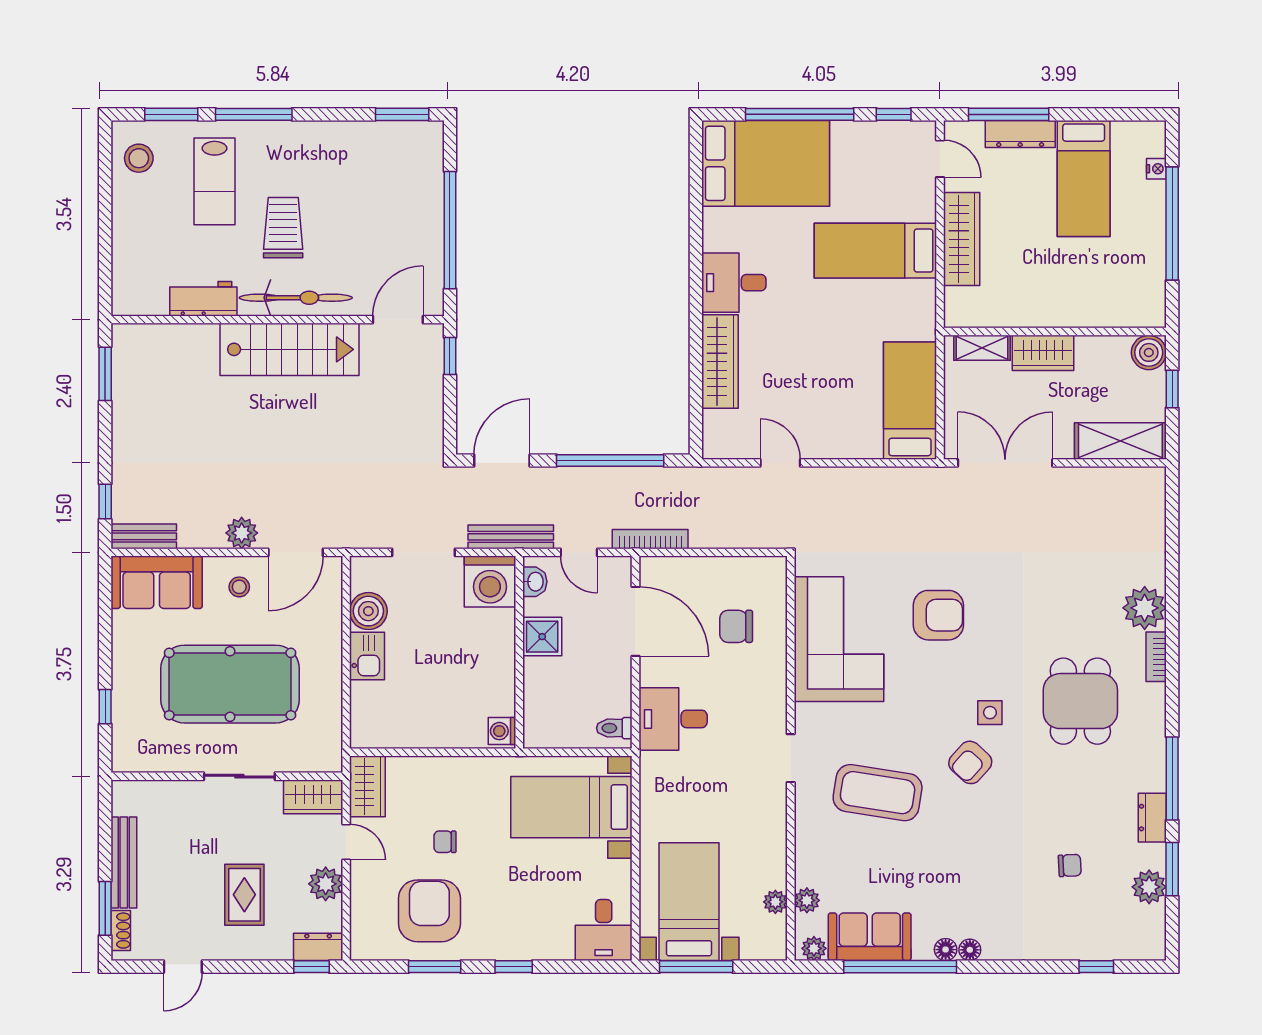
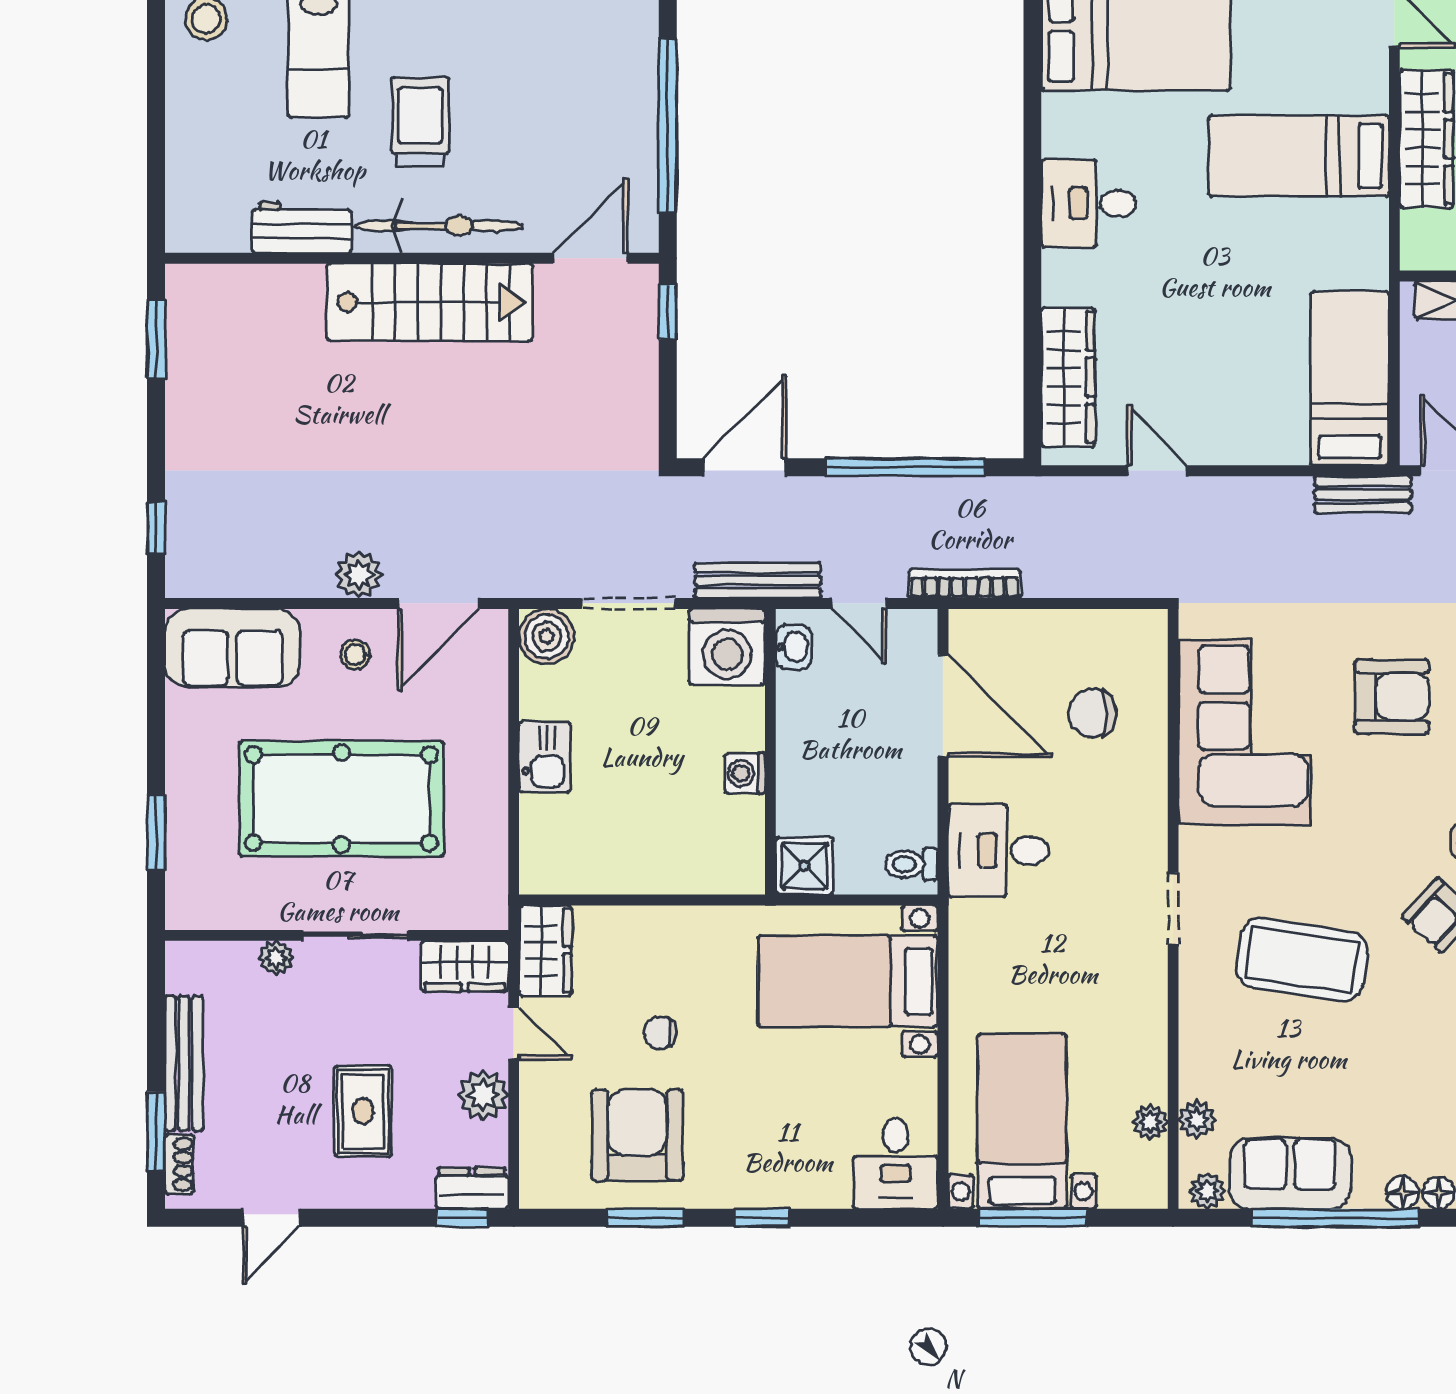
wardrobe: (720, 362) -> (1068, 377), moved
bench: (144, 536) -> (1363, 495), moved
boiler: (368, 611) -> (547, 636), moved
shower: (542, 637) -> (804, 866), moved
window: (105, 707) -> (156, 832), width x1.50
washing machine: (502, 731) -> (745, 773), moved
plant: (186, 791) -> (276, 958), added

